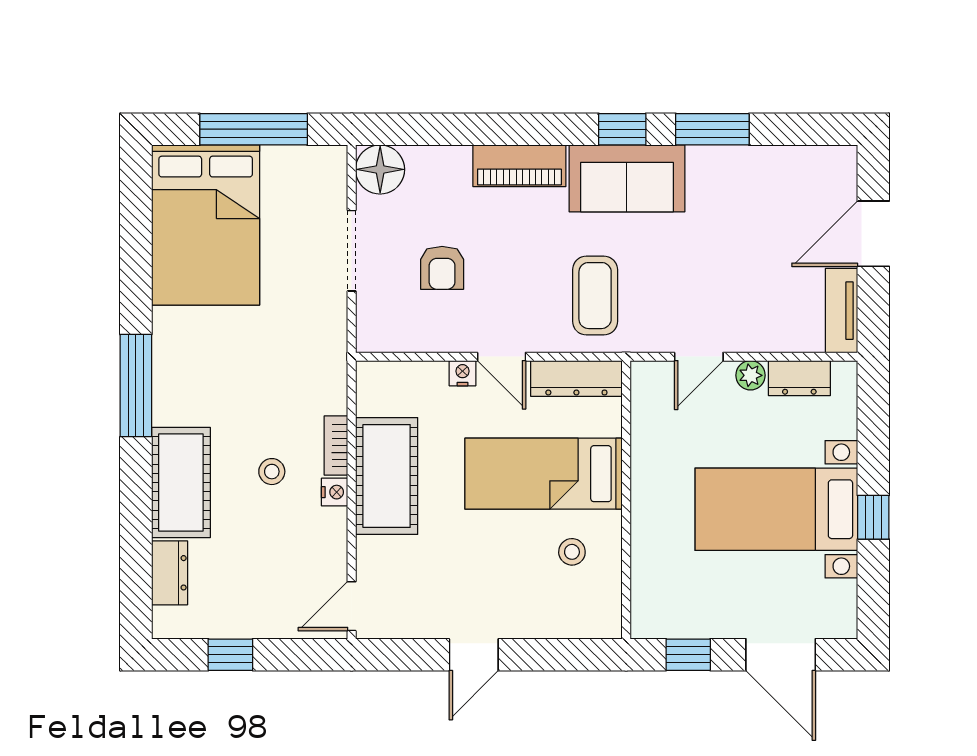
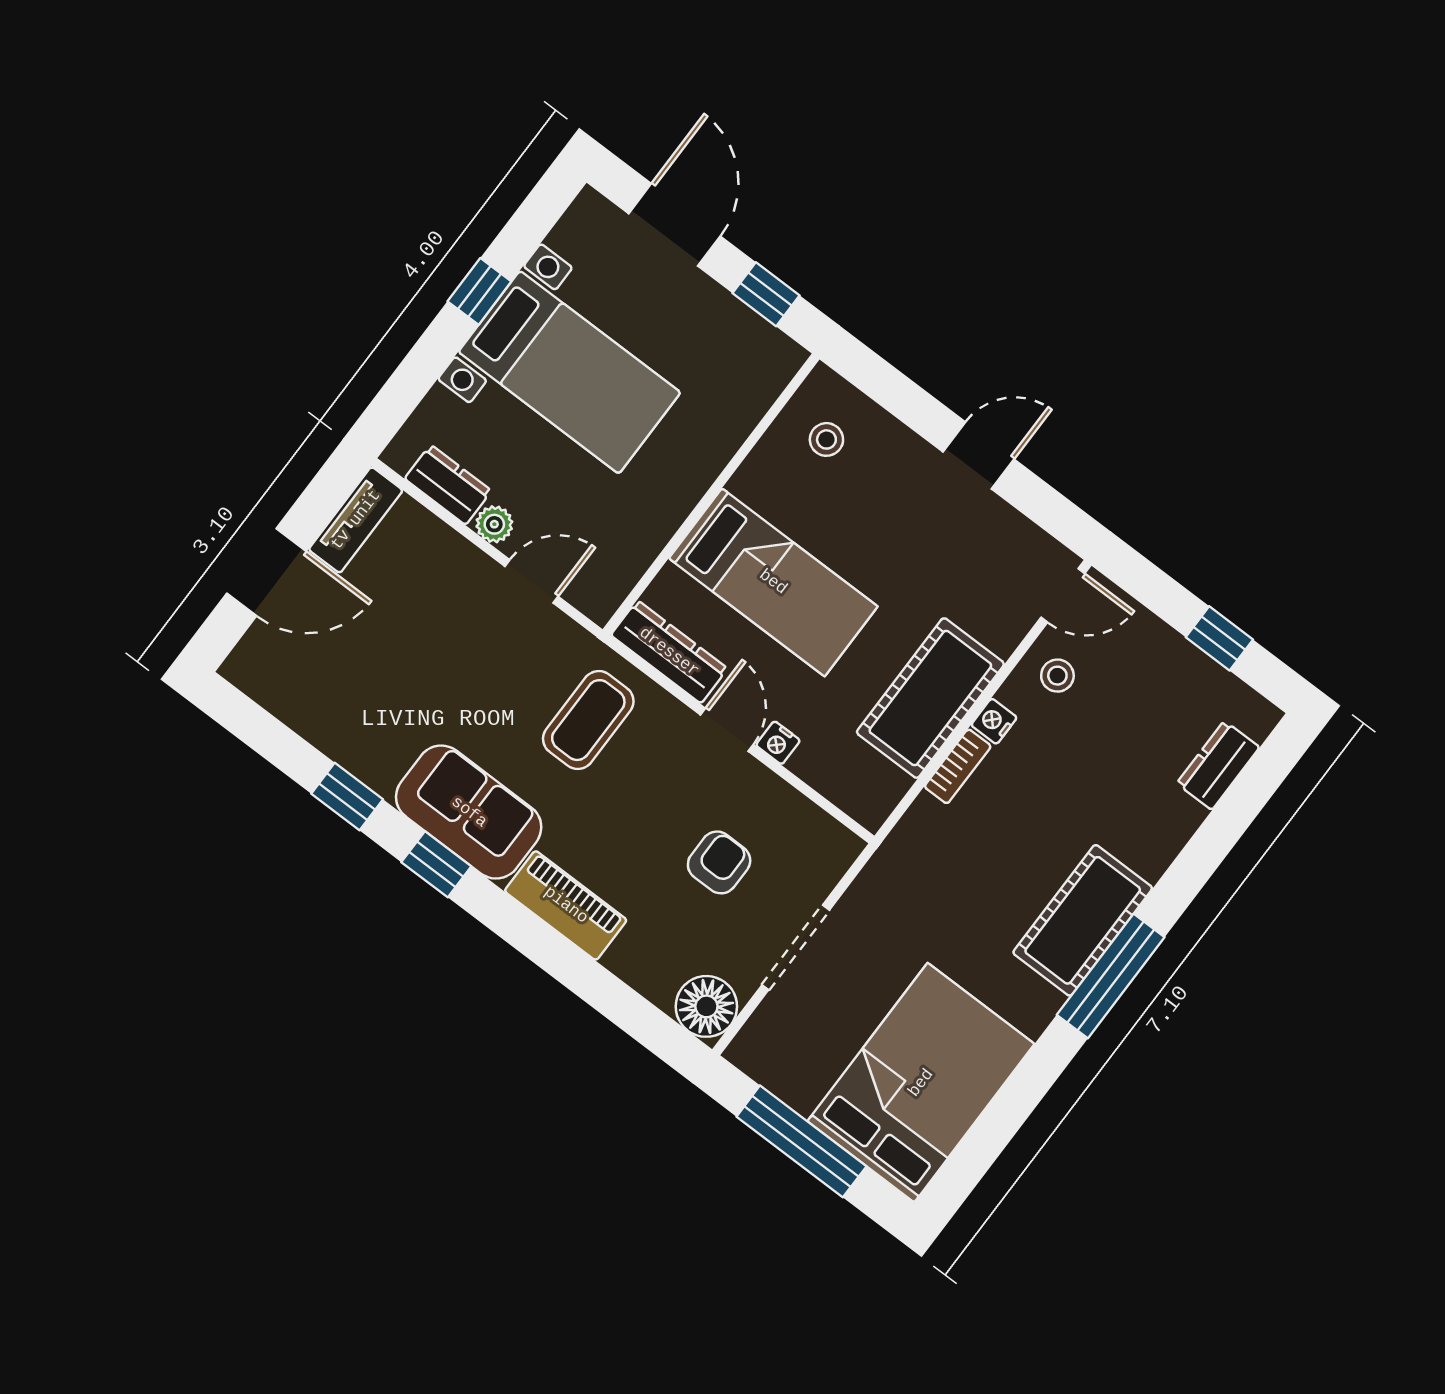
window: (712, 129) -> (347, 797), width x0.67
stool: (272, 472) -> (1057, 676), moved
cot: (181, 482) -> (1083, 920), moved
stool: (572, 552) -> (826, 439), moved

